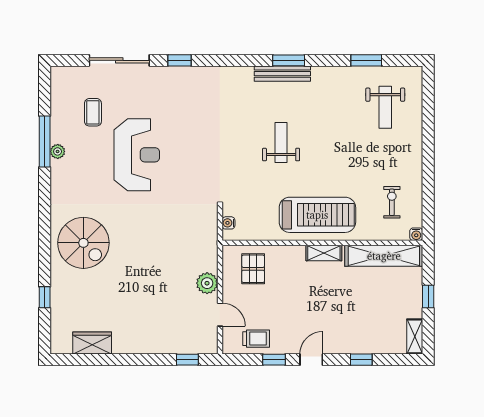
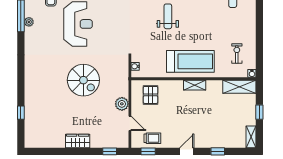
spiral stairs: (83, 243) -> (83, 80), moved
shelving: (384, 256) -> (239, 87), width x0.68
wardrobe: (92, 343) -> (78, 141), moved
window: (274, 360) -> (148, 151), moved

